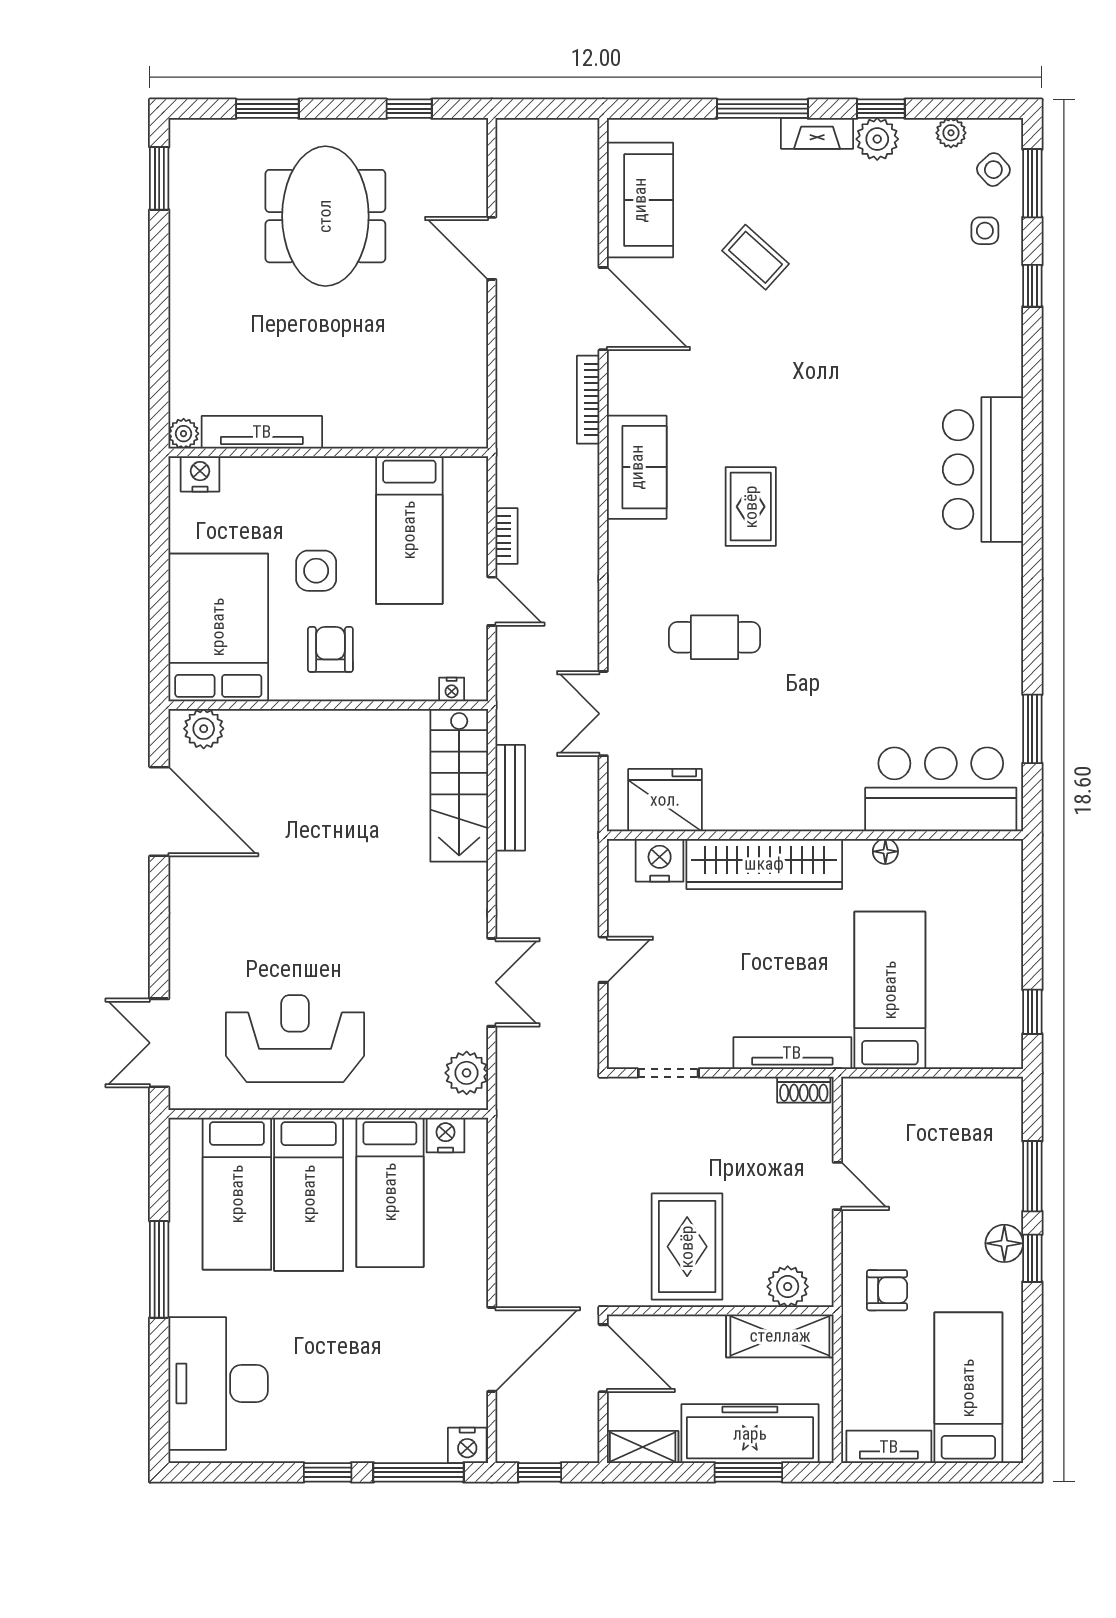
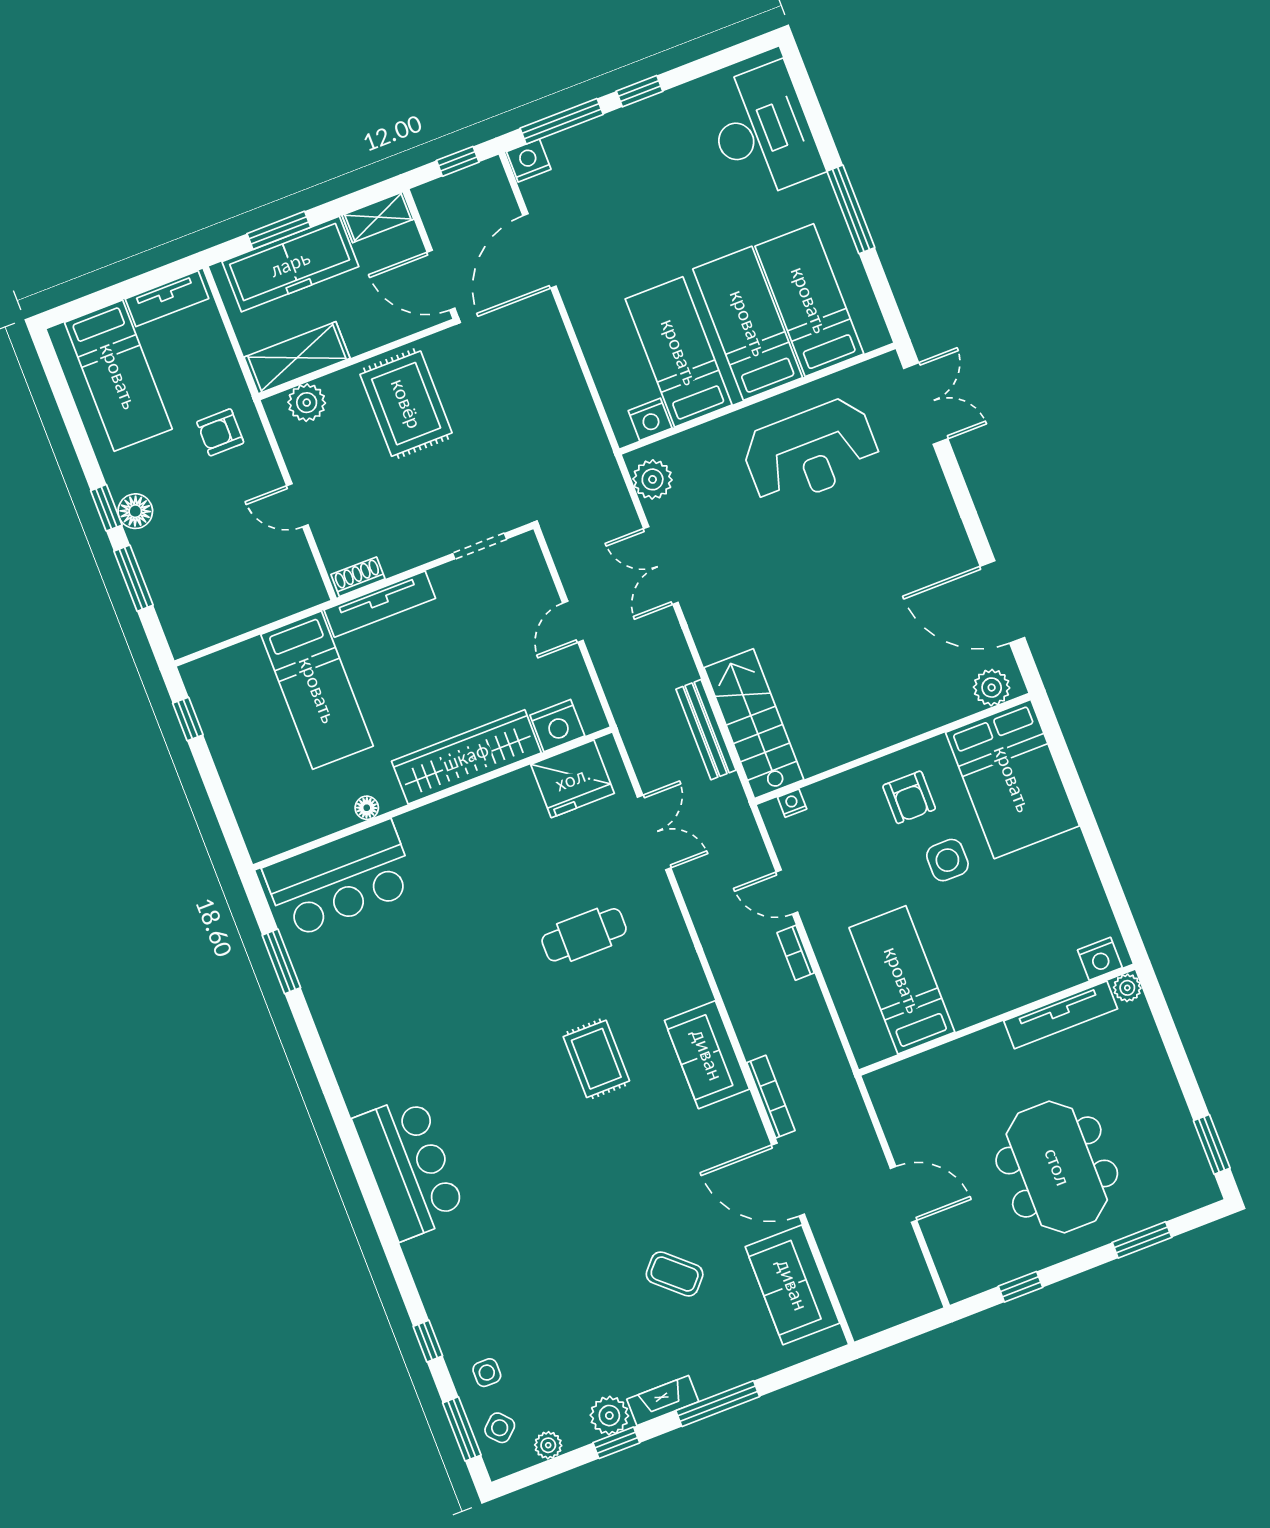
tv unit: (262, 432) -> (1061, 1015), moved
plant: (184, 434) -> (1127, 988), moved
wall: (328, 452) -> (997, 1020), moved
nightstand: (200, 474) -> (1100, 959), moved
bed: (409, 530) -> (902, 980), moved

